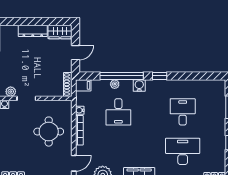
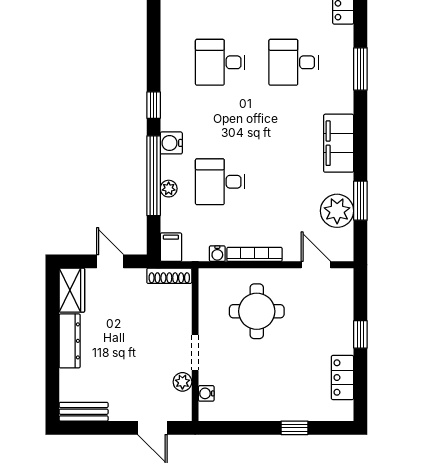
desk: (118, 112) -> (220, 182), turned 180
desk: (183, 151) -> (294, 62), width x0.73

